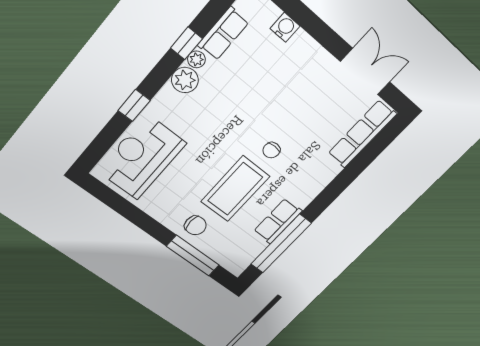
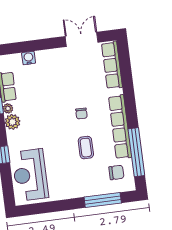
coffee table: (235, 189) -> (86, 148), width x0.54, depth x0.58
row of seats: (278, 221) -> (120, 127), width x2.02
chair: (195, 225) -> (116, 172), moved

